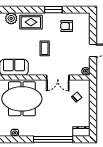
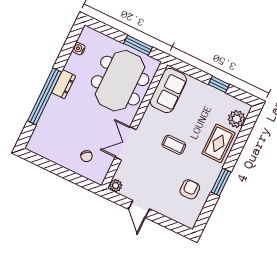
dresser: (81, 131) -> (64, 84), moved

